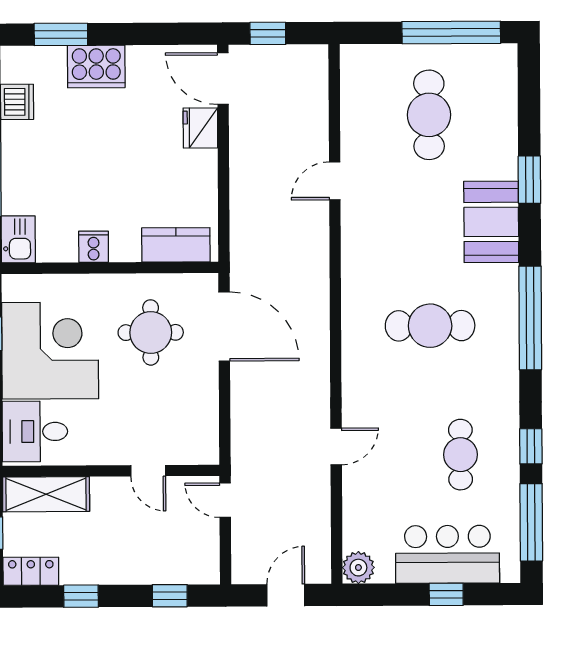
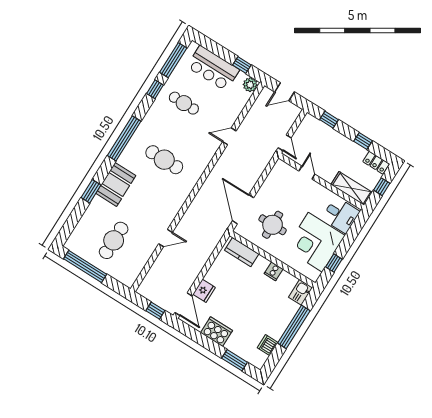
cooker: (96, 67) -> (216, 332), moved
cafe table: (460, 455) -> (184, 103), turned 90
window: (446, 594) -> (242, 65), moved

